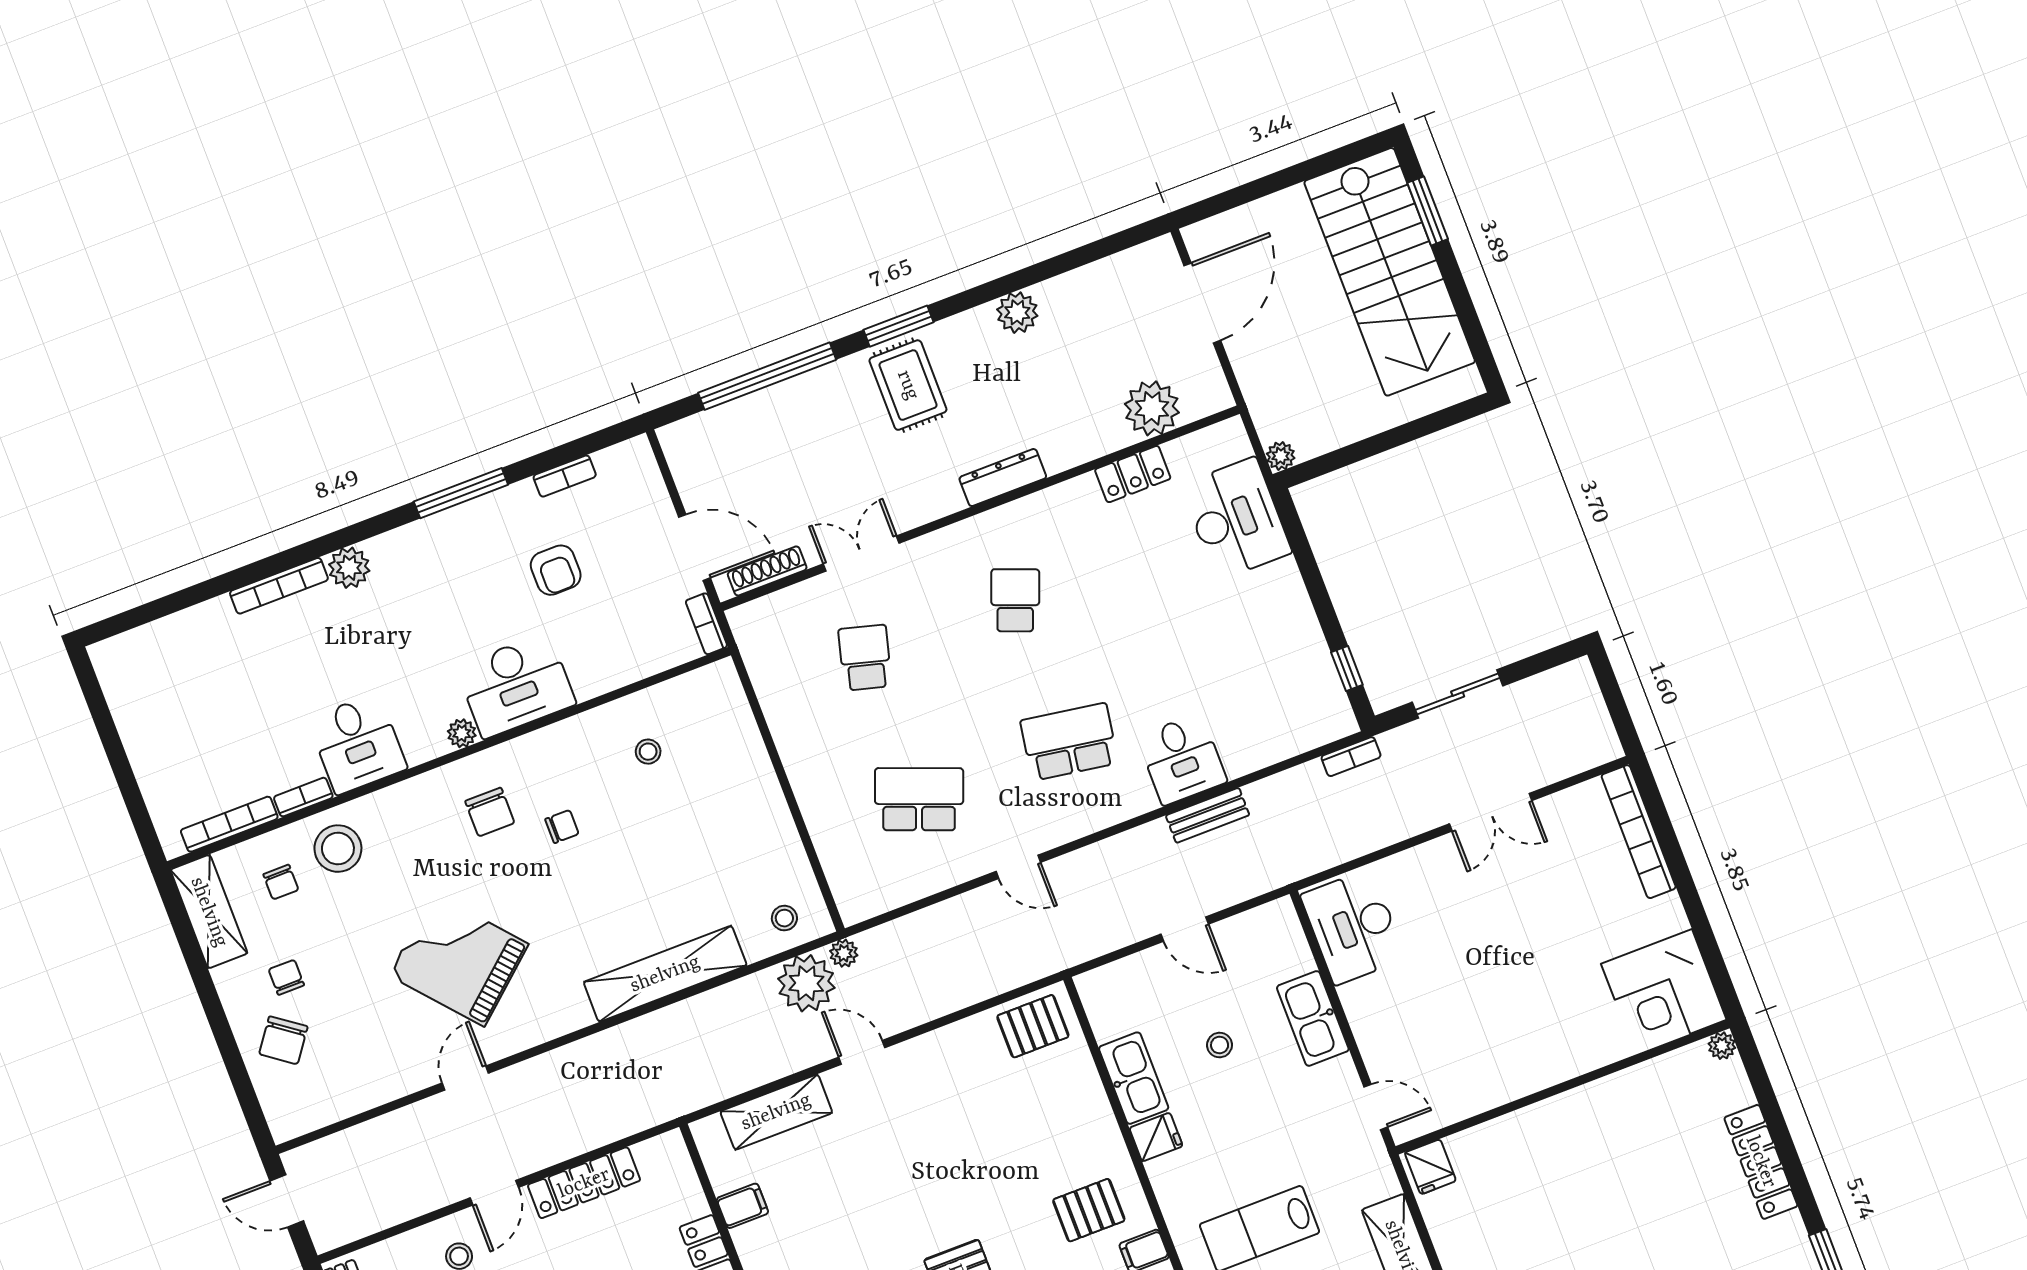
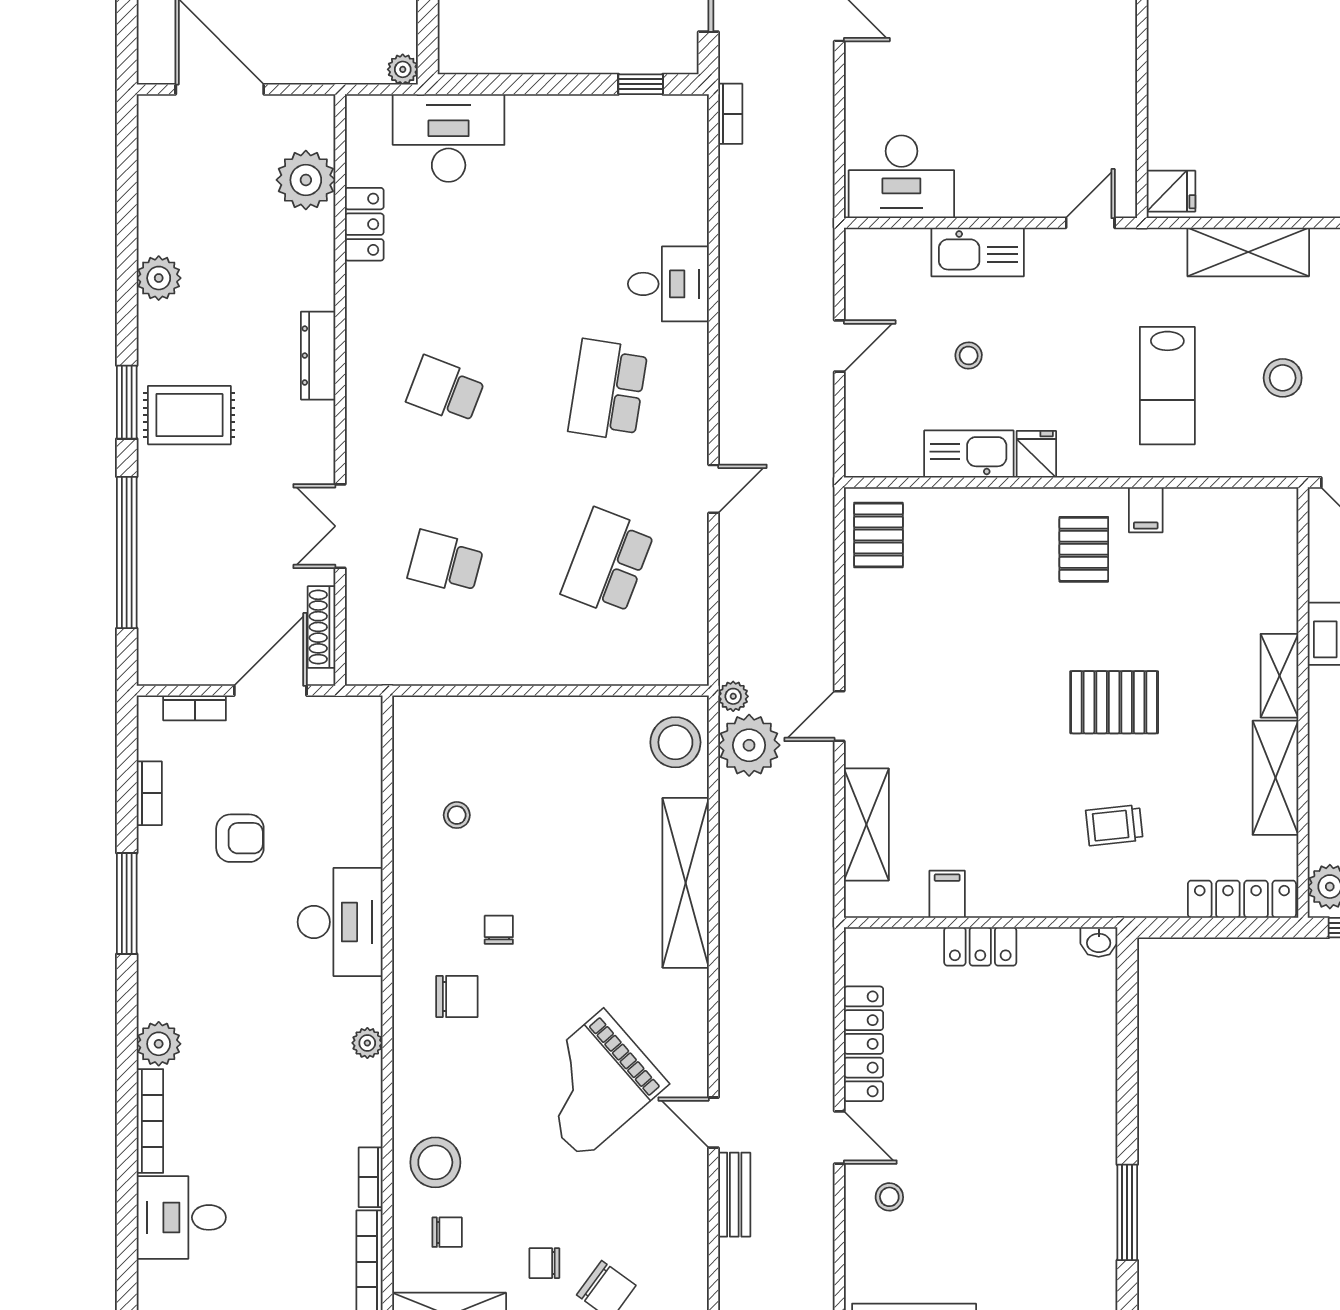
bookcase: (706, 624) -> (195, 708), moved
plant: (462, 733) -> (367, 1043), moved
desk: (357, 744) -> (181, 1217), moved, turned 180
bench: (1208, 815) -> (734, 1195), moved
stool: (784, 918) -> (675, 742), width x1.89, depth x1.89

